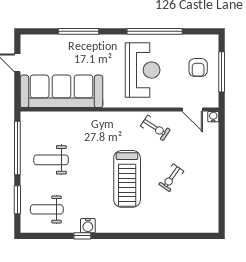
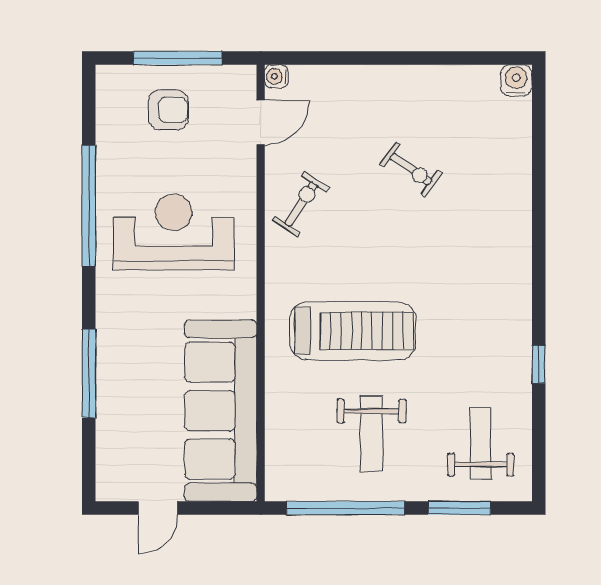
treadmill: (127, 179) -> (353, 331), moved
weight bench: (47, 209) -> (481, 443), turned 180
water cooler: (88, 226) -> (516, 80), moved, turned -90

